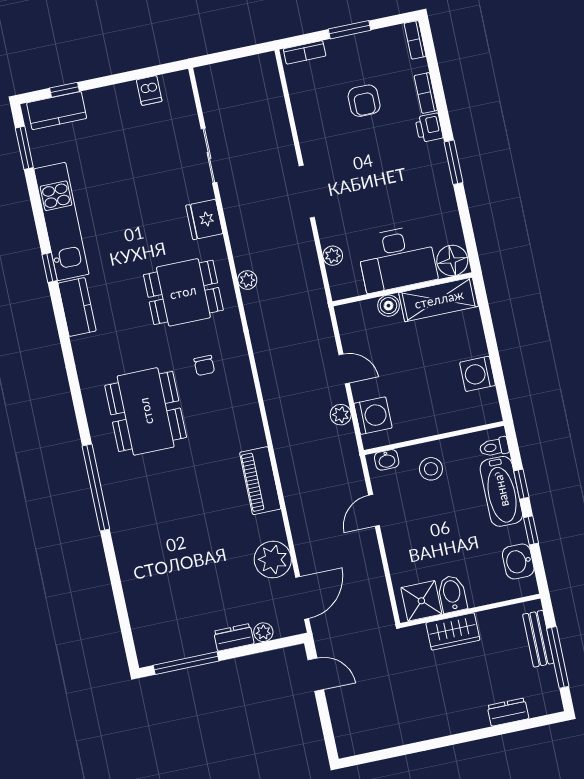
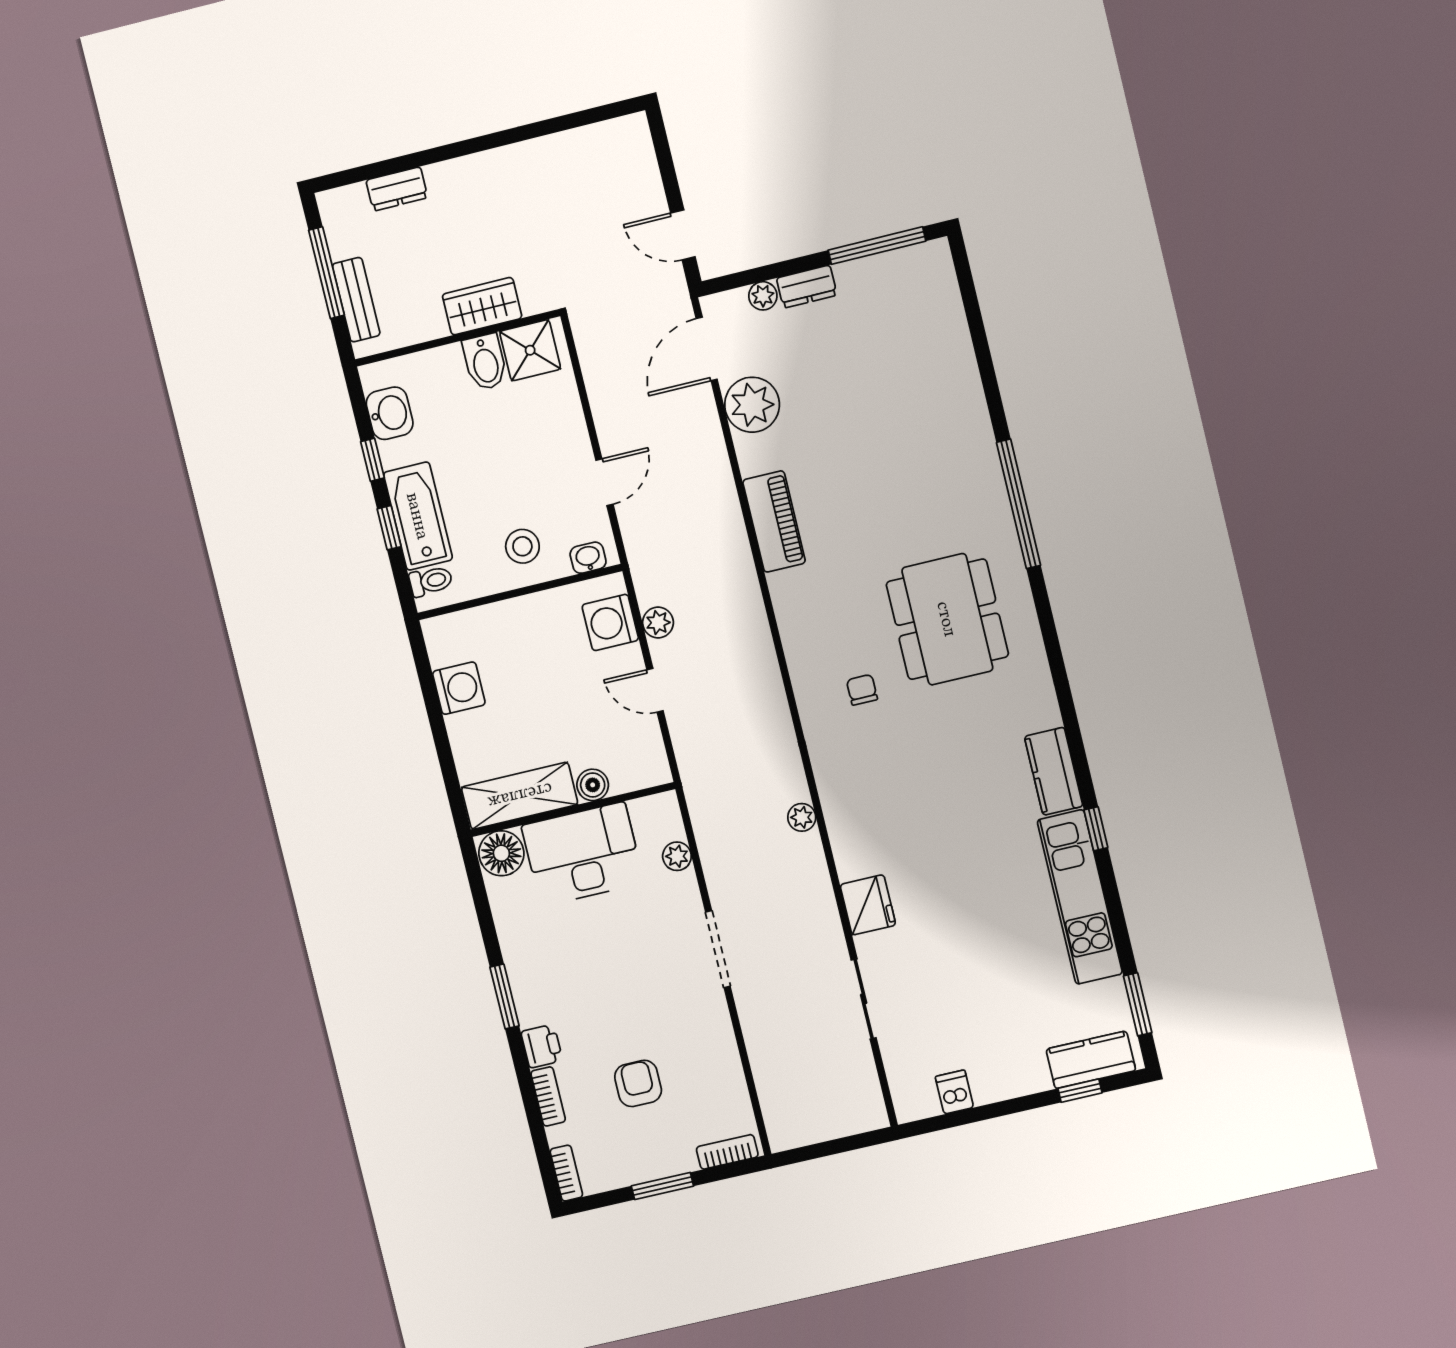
dining table: (183, 292) -> (896, 797), removed

